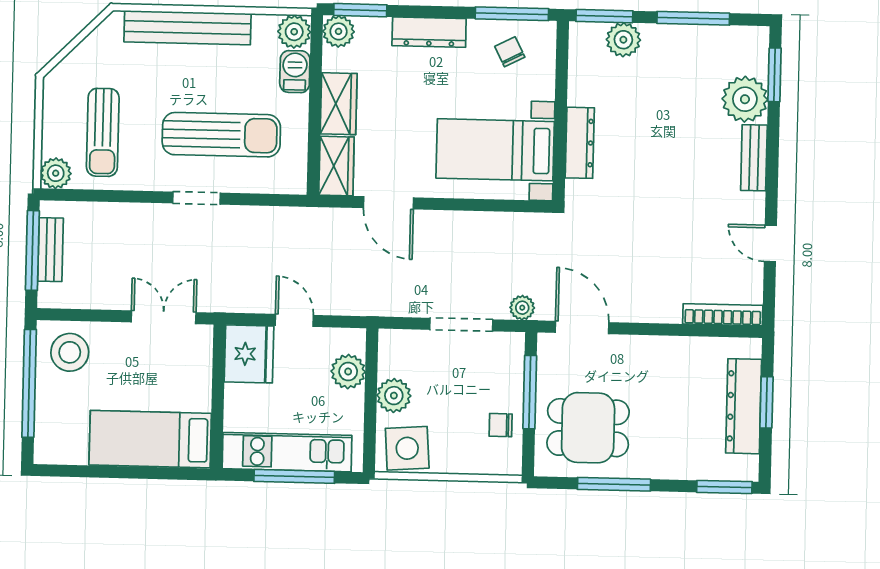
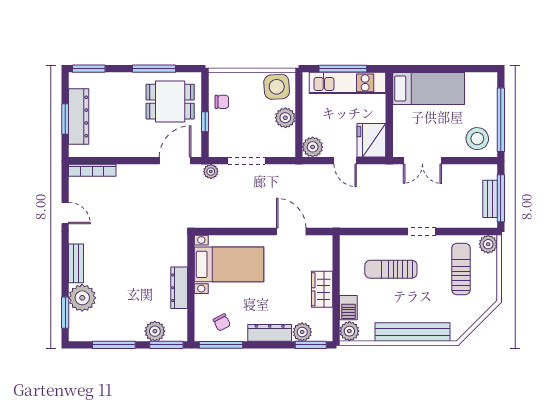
plant: (339, 31) -> (302, 332), moved
sun lounger: (221, 135) -> (391, 269), width x0.73, depth x0.75
dresser: (580, 143) -> (179, 288), moved
wardrobe: (336, 166) -> (322, 252), removed
doorway: (197, 198) -> (422, 232), moved
door: (582, 327) -> (175, 161), swing flipped
plant: (348, 372) -> (313, 147), moved
window: (530, 392) -> (205, 122), width x0.46

